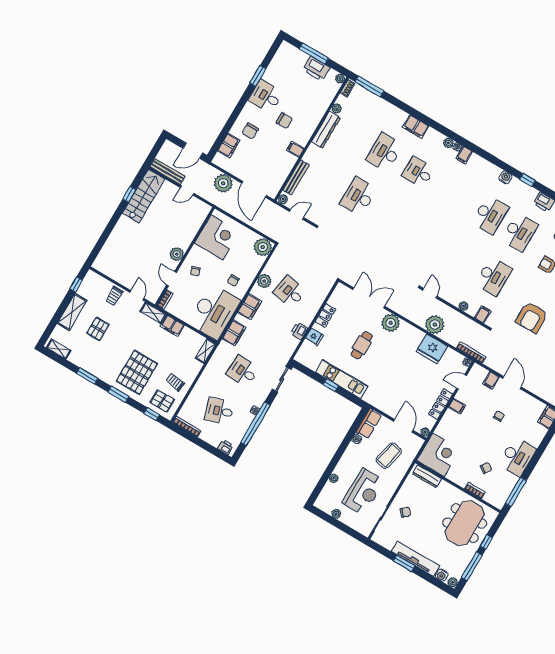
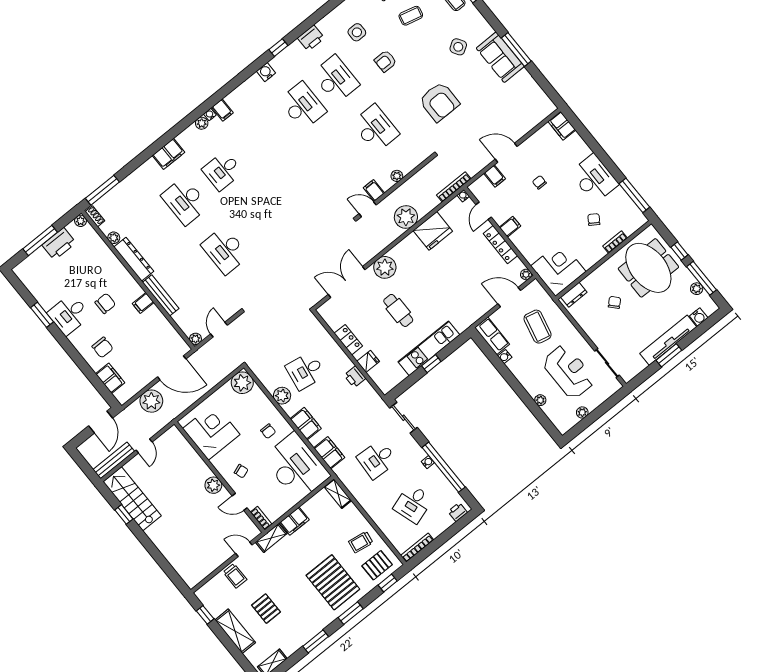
bench: (296, 178) -> (161, 295), moved
filing cabinet: (483, 314) -> (374, 190), moved
dresser: (427, 476) -> (574, 295), width x0.70
chair: (405, 512) -> (614, 302), moved
plant: (453, 582) -> (697, 289), moved

